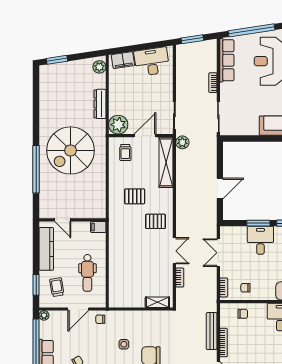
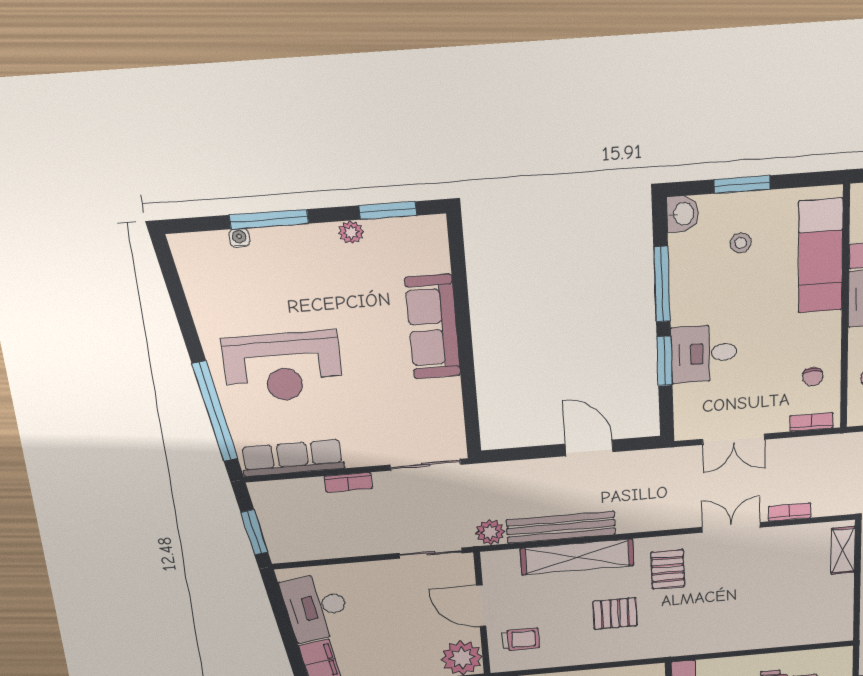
shelving: (166, 162) -> (577, 557), moved
bench: (182, 174) -> (561, 527), added
pallet: (135, 196) -> (615, 614), turned 90

